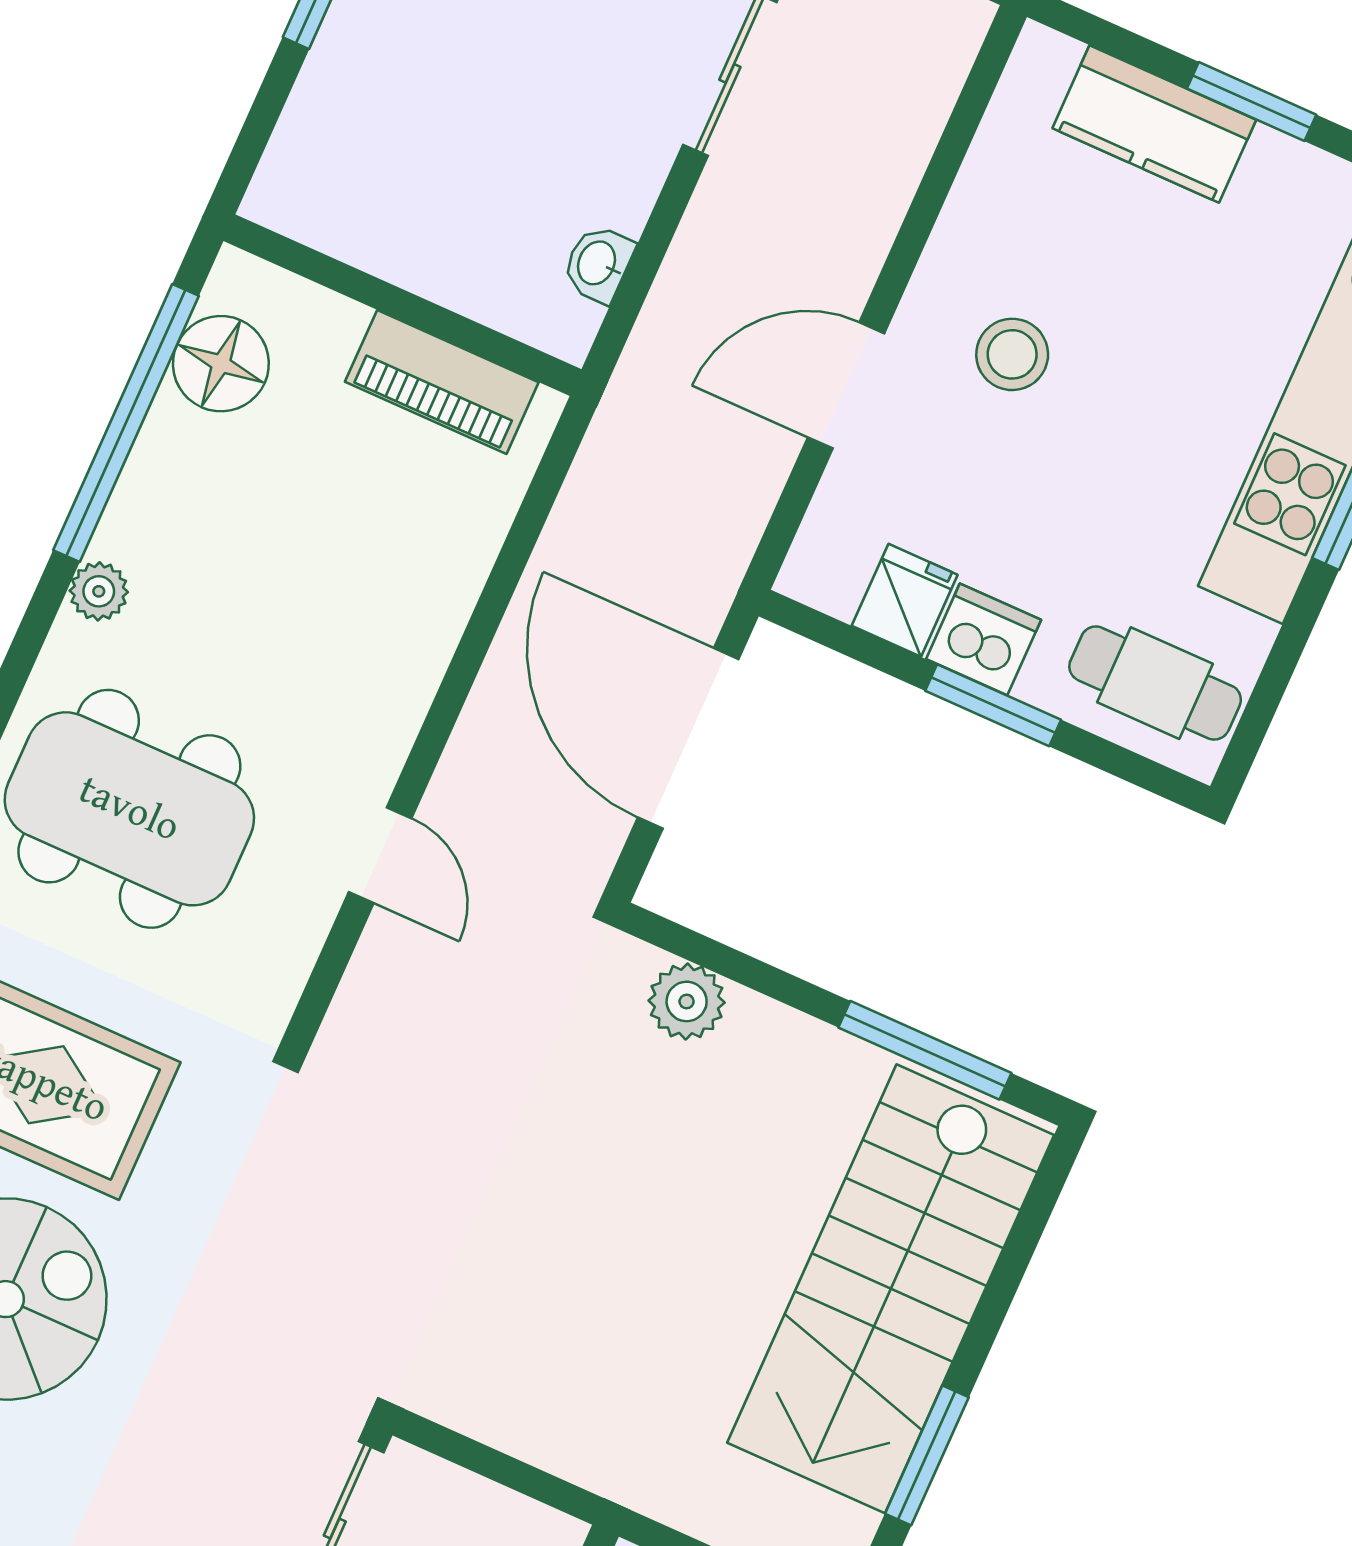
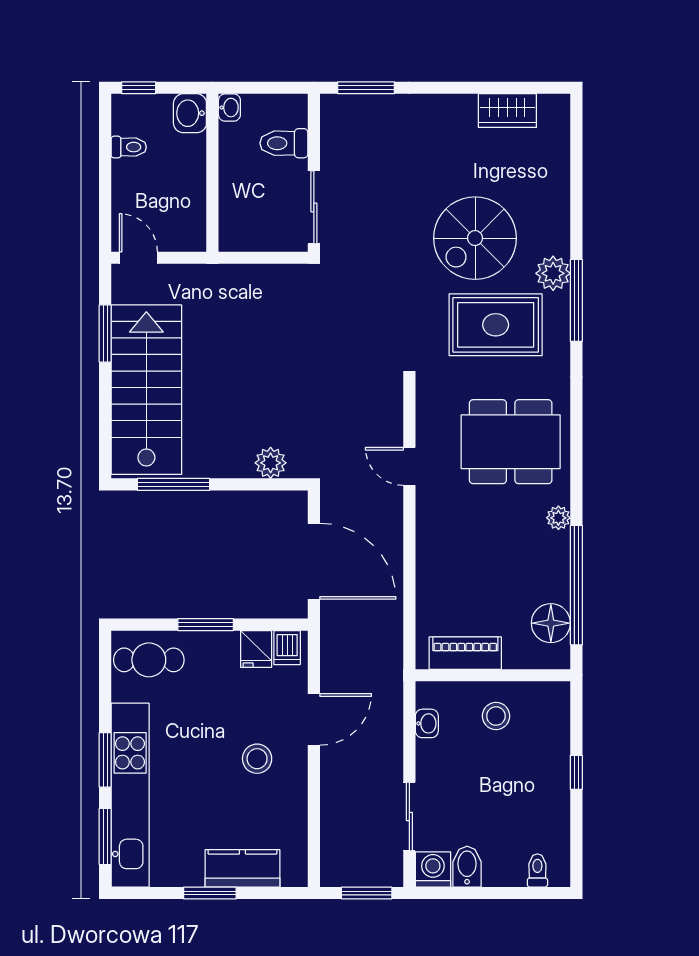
stool: (436, 211) -> (496, 716), added
dishwasher: (984, 639) -> (287, 648), moved, width x0.73

